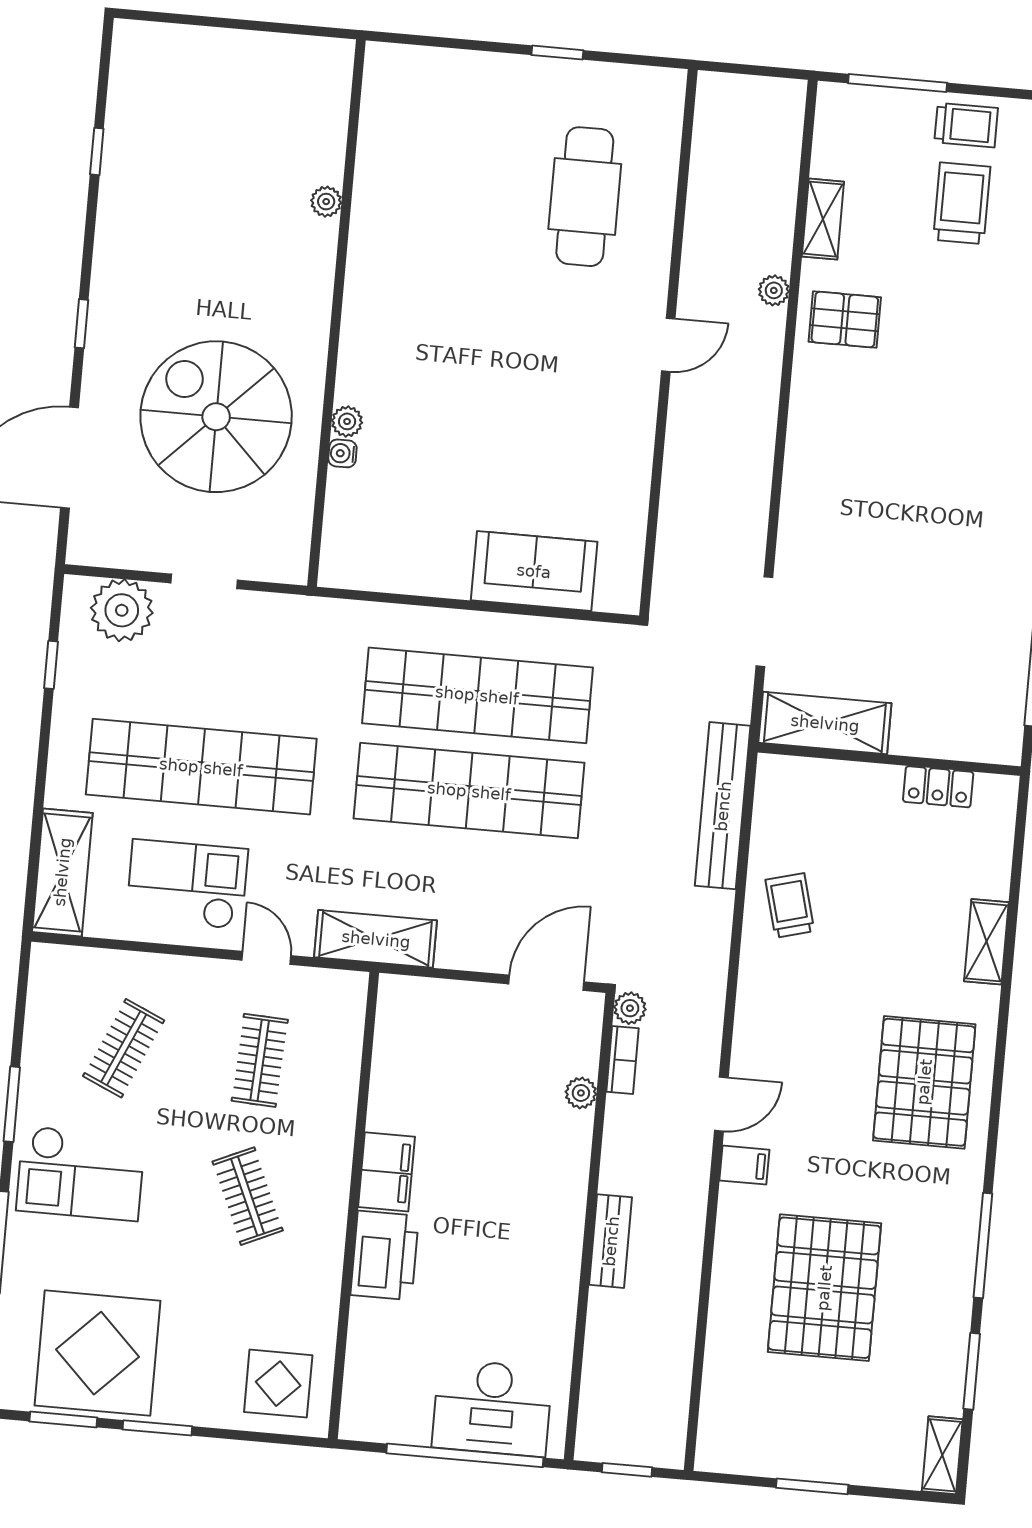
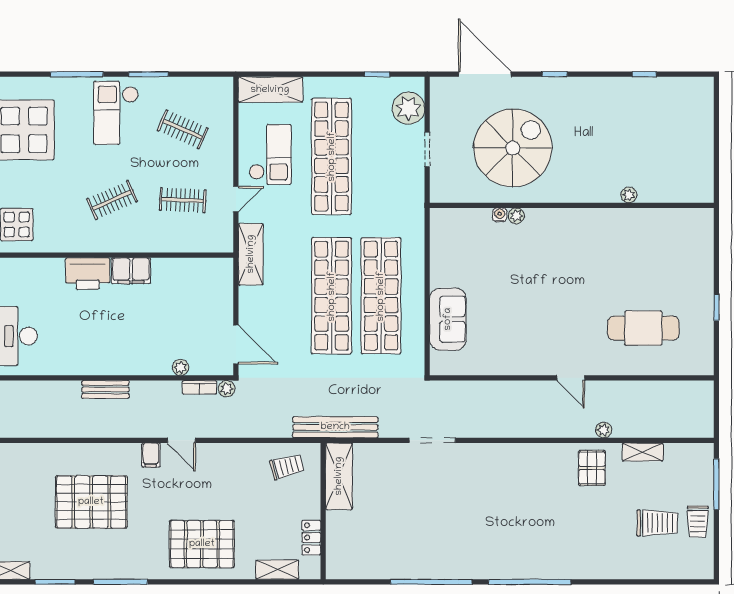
shelving: (825, 723) -> (339, 476), moved
wall: (889, 759) -> (323, 511), moved
locker: (938, 787) -> (311, 538), moved

